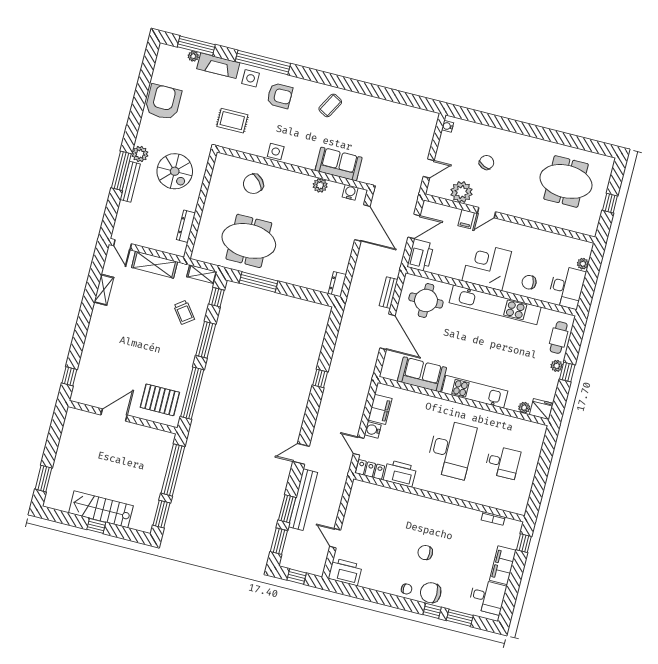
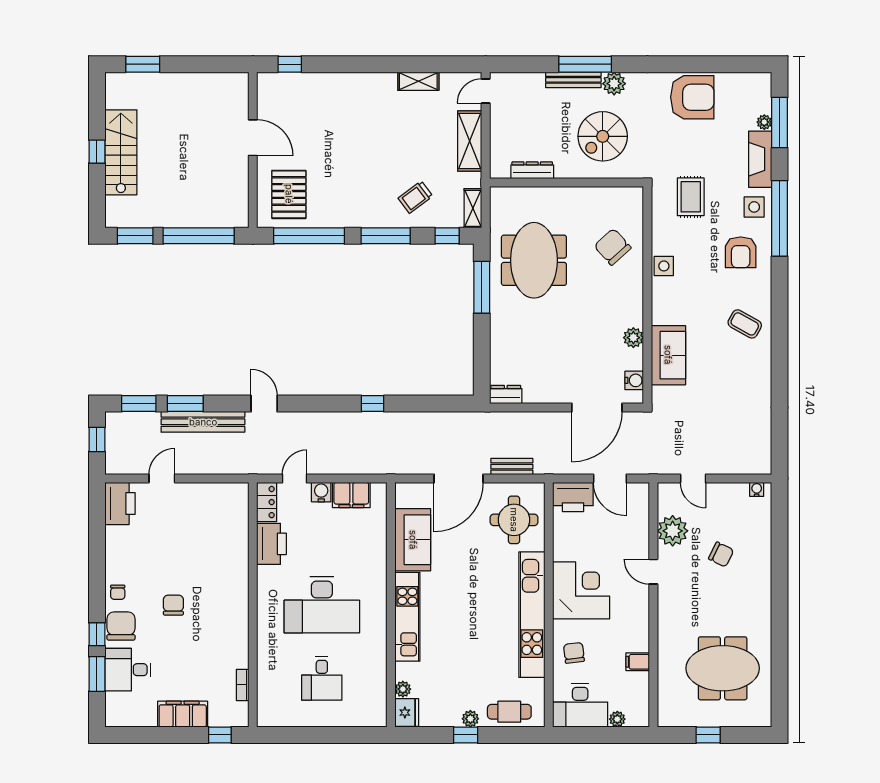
meeting table: (566, 181) -> (723, 668), turned 90
filing cabinet: (466, 219) -> (638, 662), moved
desk: (487, 597) -> (128, 670), moved, turned 90

